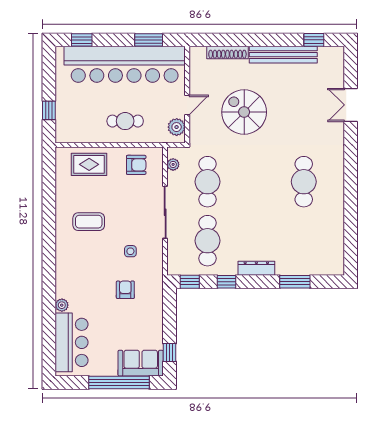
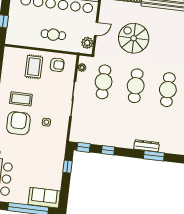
rug: (89, 164) -> (34, 67), moved, turned 90
cafe table: (208, 241) -> (136, 86), moved
dresser: (256, 268) -> (147, 146), moved
armchair: (125, 290) -> (18, 123), moved, width x1.88, depth x1.88
window: (170, 353) -> (68, 167), moved

